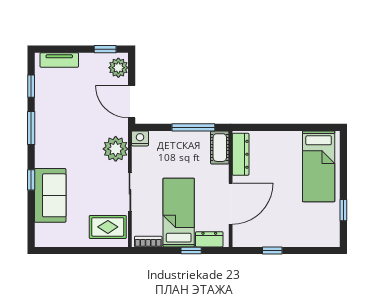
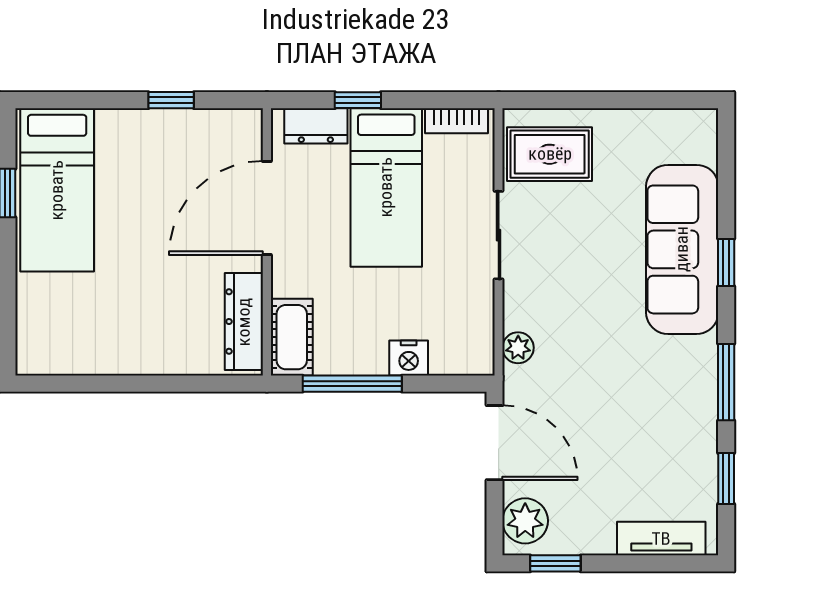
nightstand: (140, 138) -> (409, 358), moved
plant: (116, 149) -> (518, 348), width x0.53, depth x0.53
bed: (319, 166) -> (57, 190), moved, turned 180
sofa: (50, 195) -> (682, 249), width x1.36

